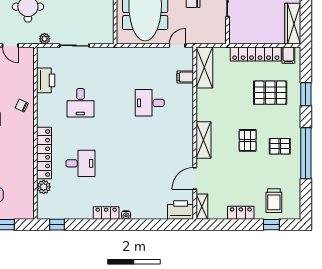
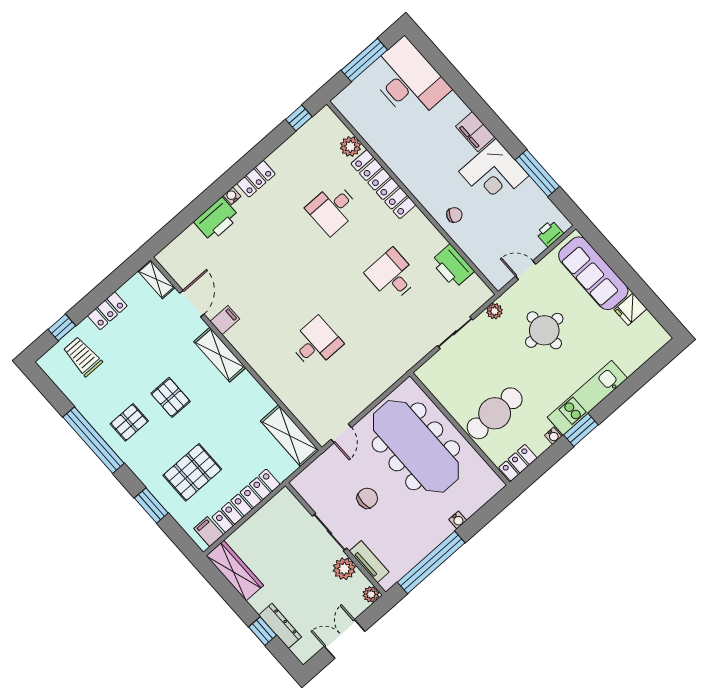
filing cabinet: (185, 77) -> (225, 320), moved
printer: (181, 210) -> (217, 219), moved

